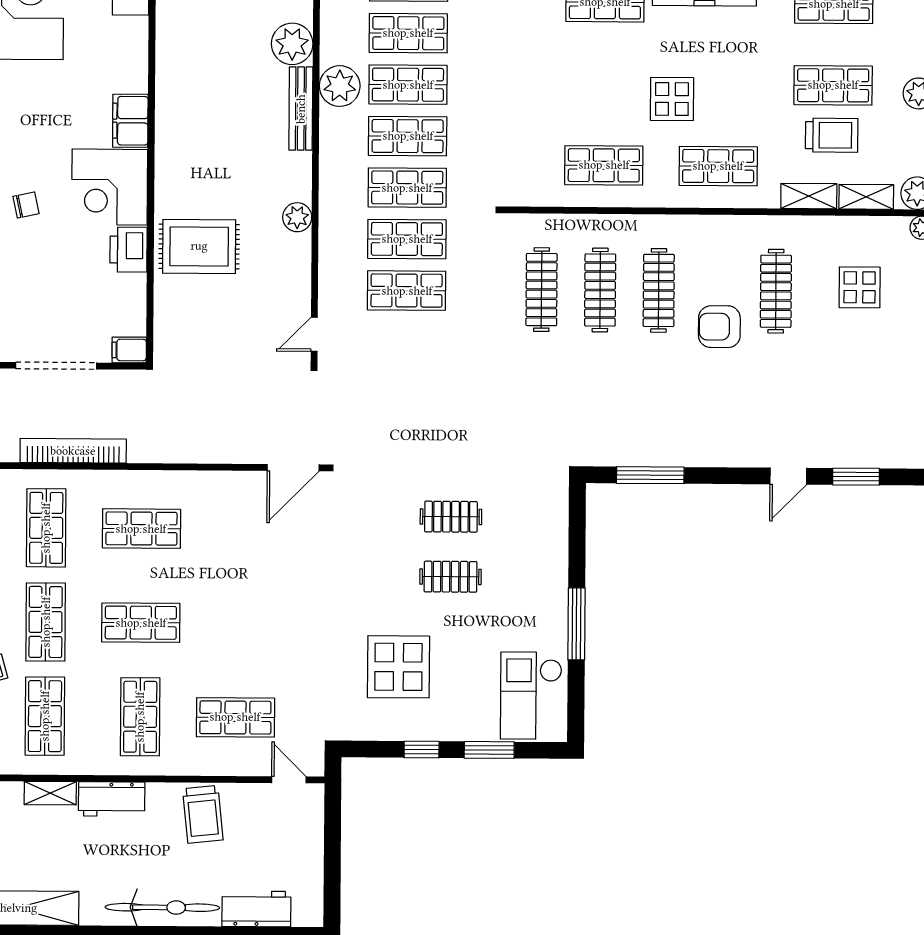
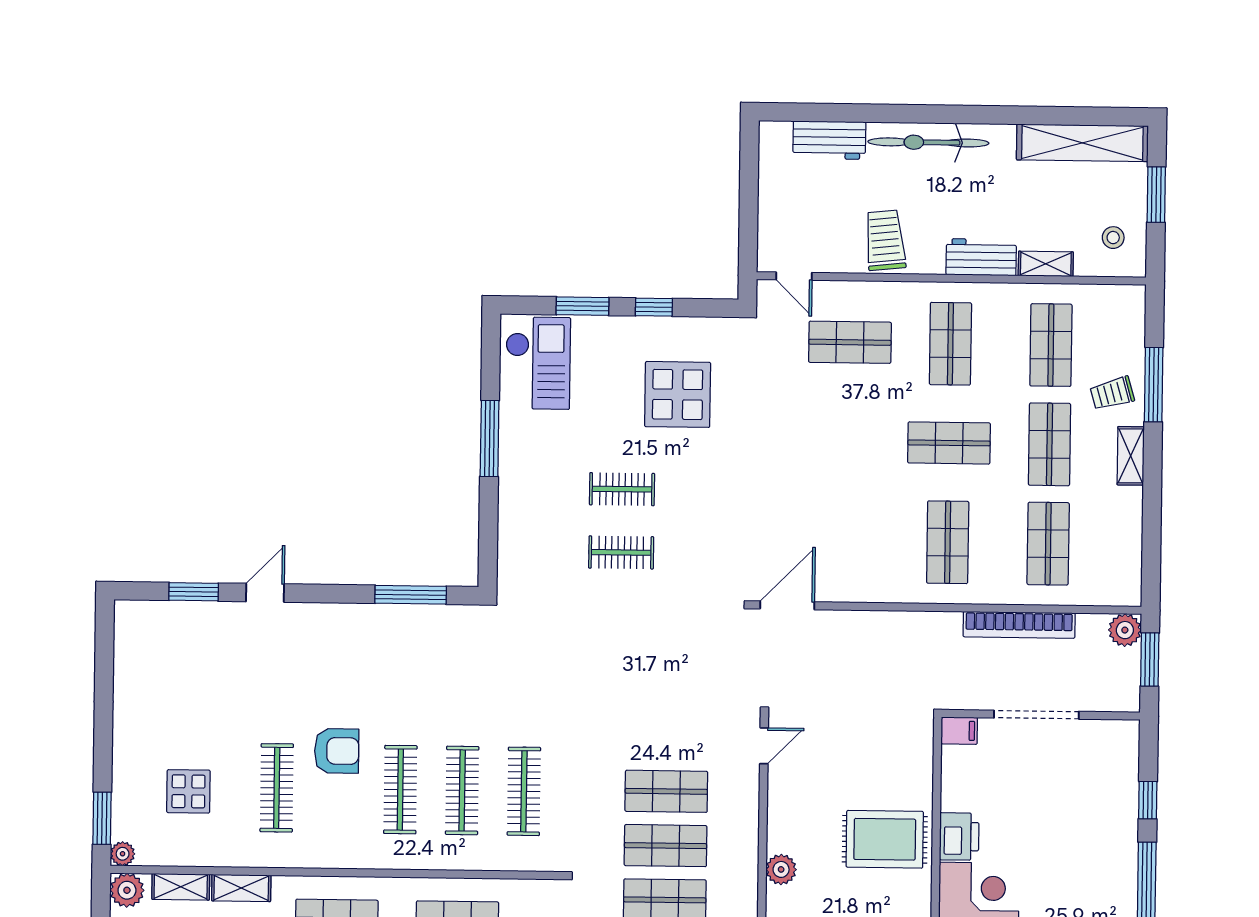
chair: (26, 205) -> (1067, 884), removed
shop shelf: (141, 529) -> (948, 542), turned 90

